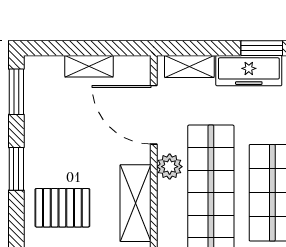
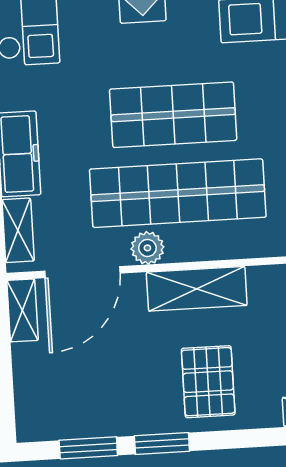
shelving: (89, 66) -> (23, 310), moved
window: (16, 92) -> (88, 448), moved

